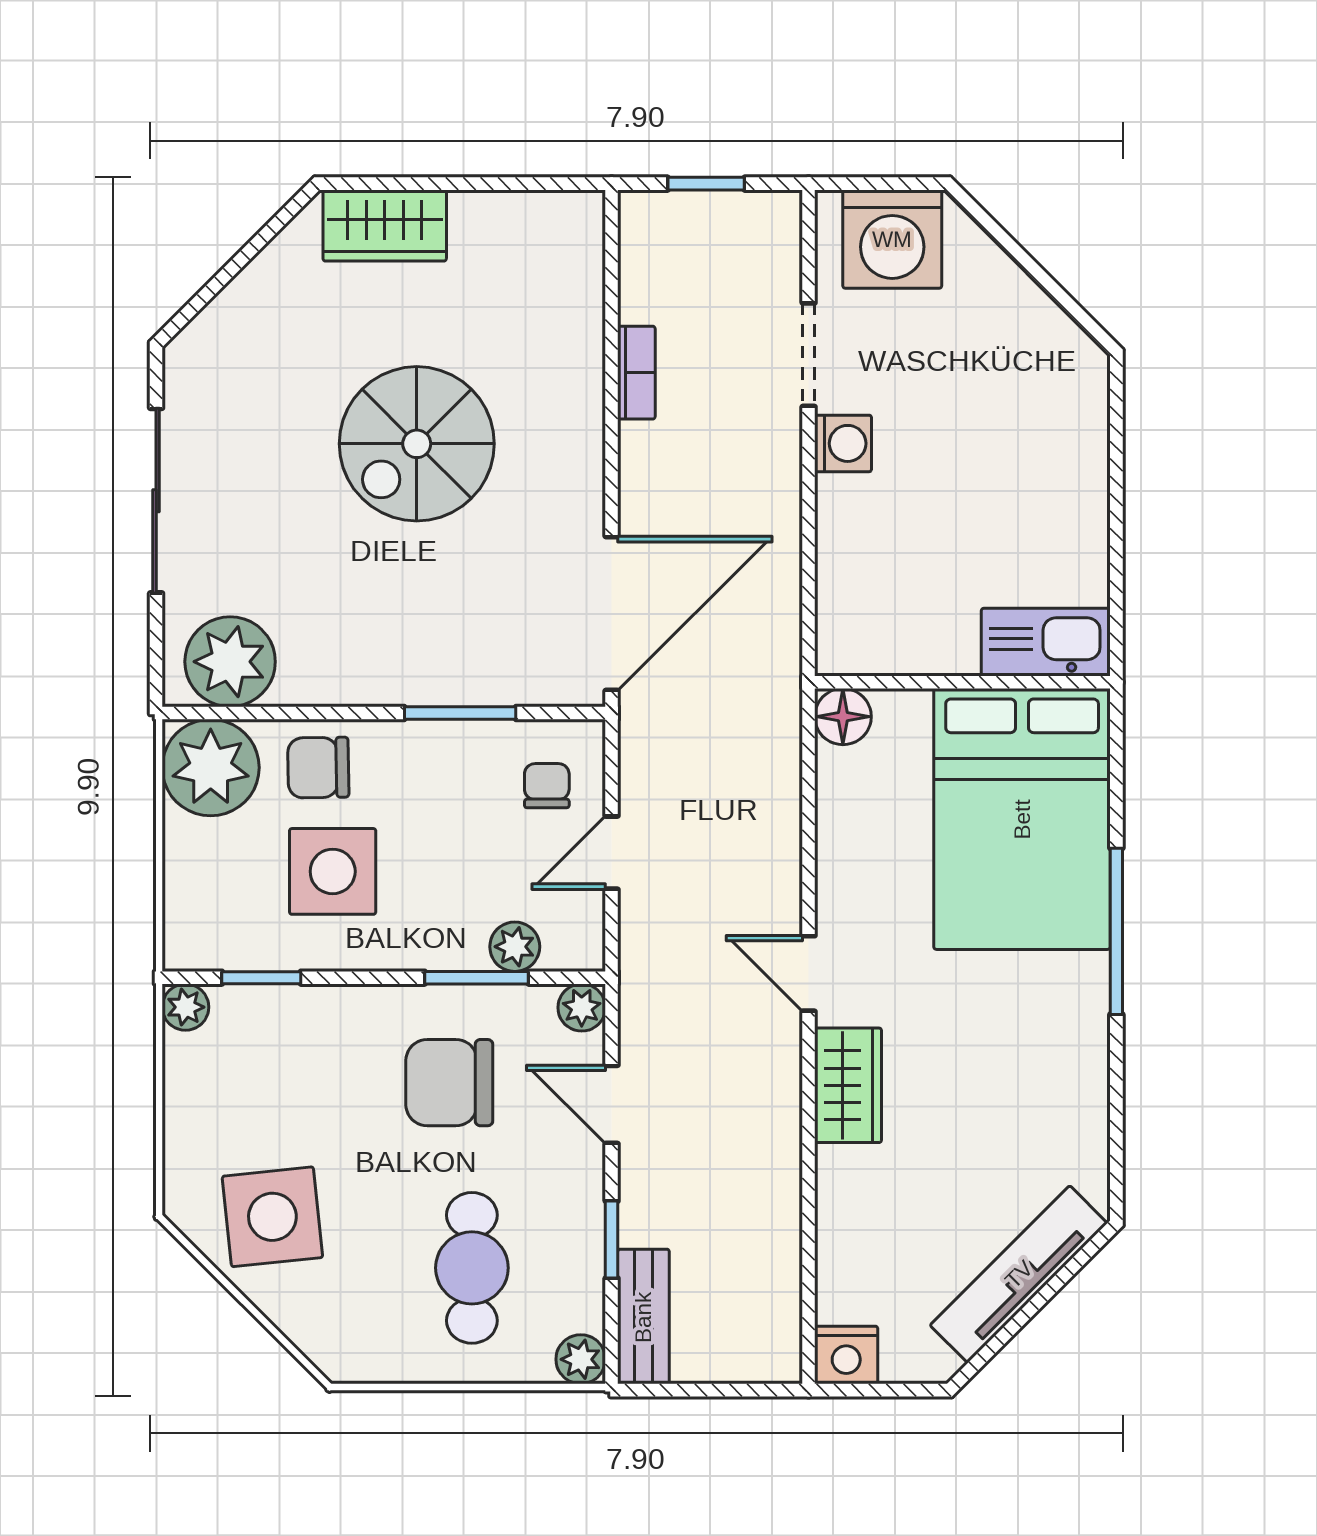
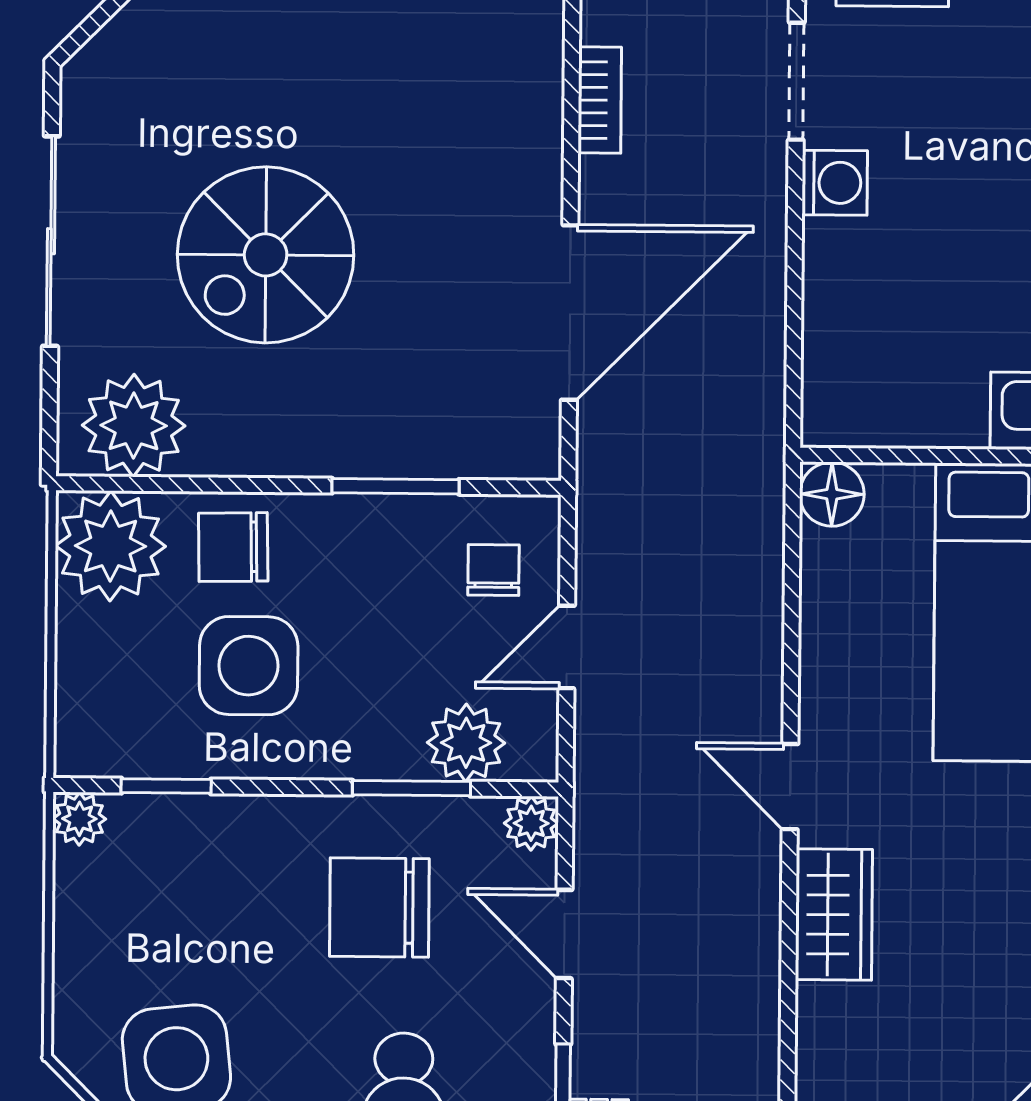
spiral stairs: (417, 444) -> (266, 255), moved
door: (612, 614) -> (570, 313), moved
plant: (515, 947) -> (466, 743), width x1.38, depth x1.38

